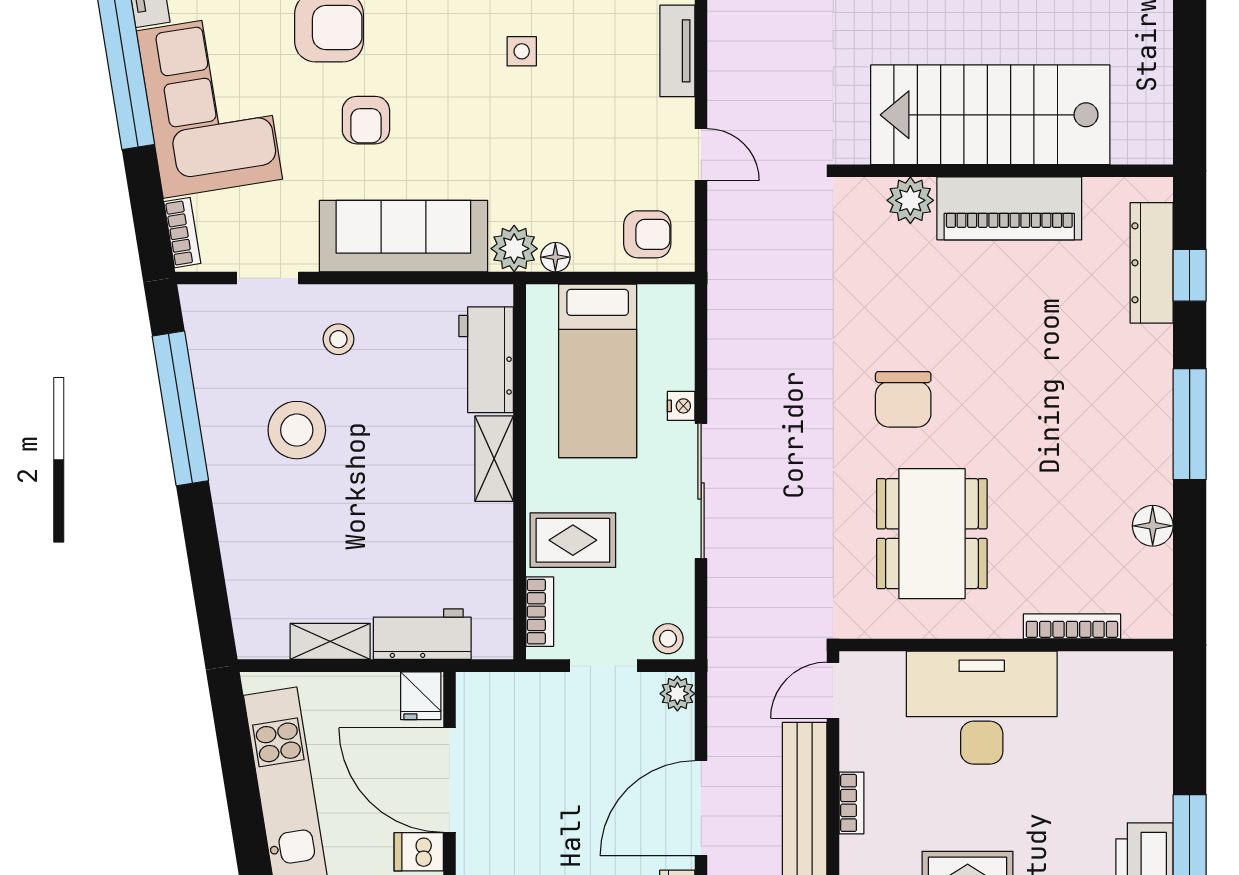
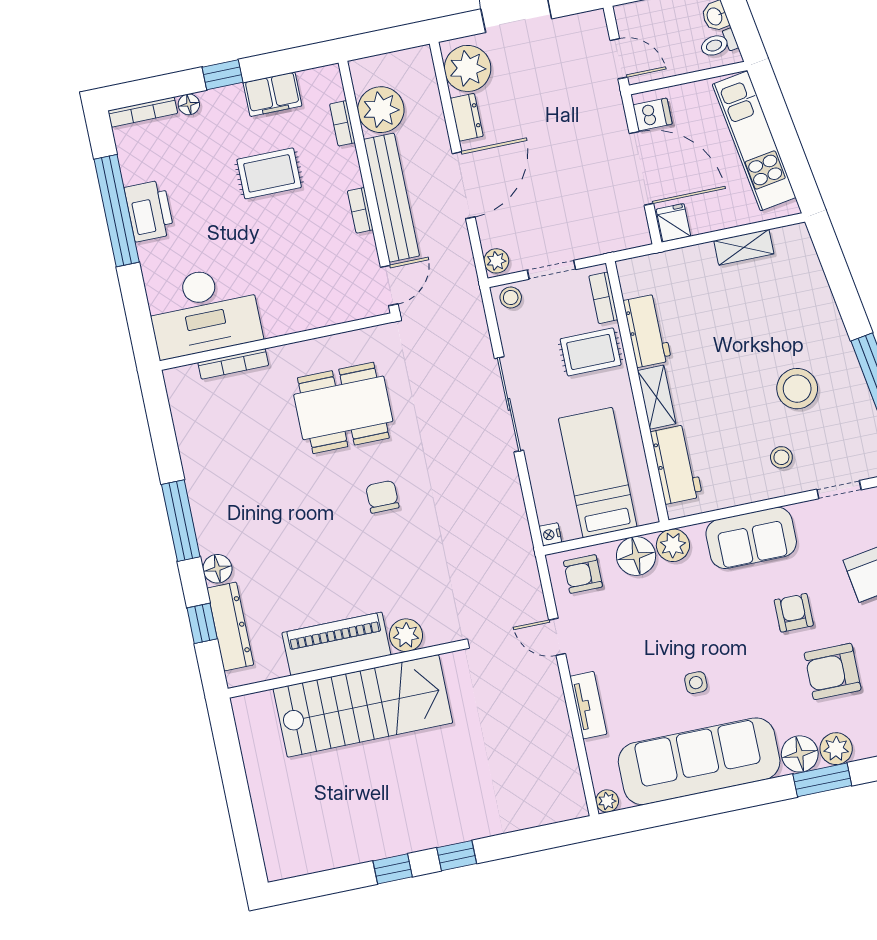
sofa: (403, 236) -> (751, 538), width x0.73
floor lamp: (555, 257) -> (636, 556), width x1.89, depth x1.89
chair: (903, 399) -> (382, 497), width x0.73, depth x0.73
nightstand: (681, 406) -> (550, 534), moved
floor lamp: (1153, 526) -> (217, 569), moved
dining table: (932, 534) -> (343, 408), turned 90
workbench: (422, 634) -> (647, 331), moved, turned -90
desk: (982, 708) -> (204, 311), moved

